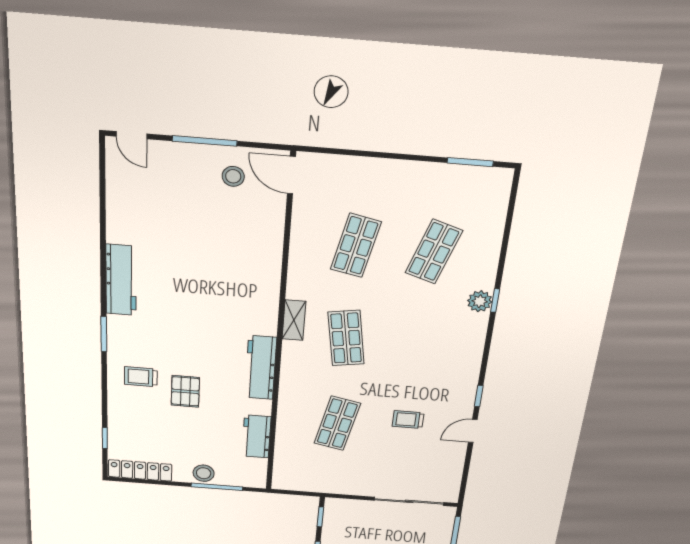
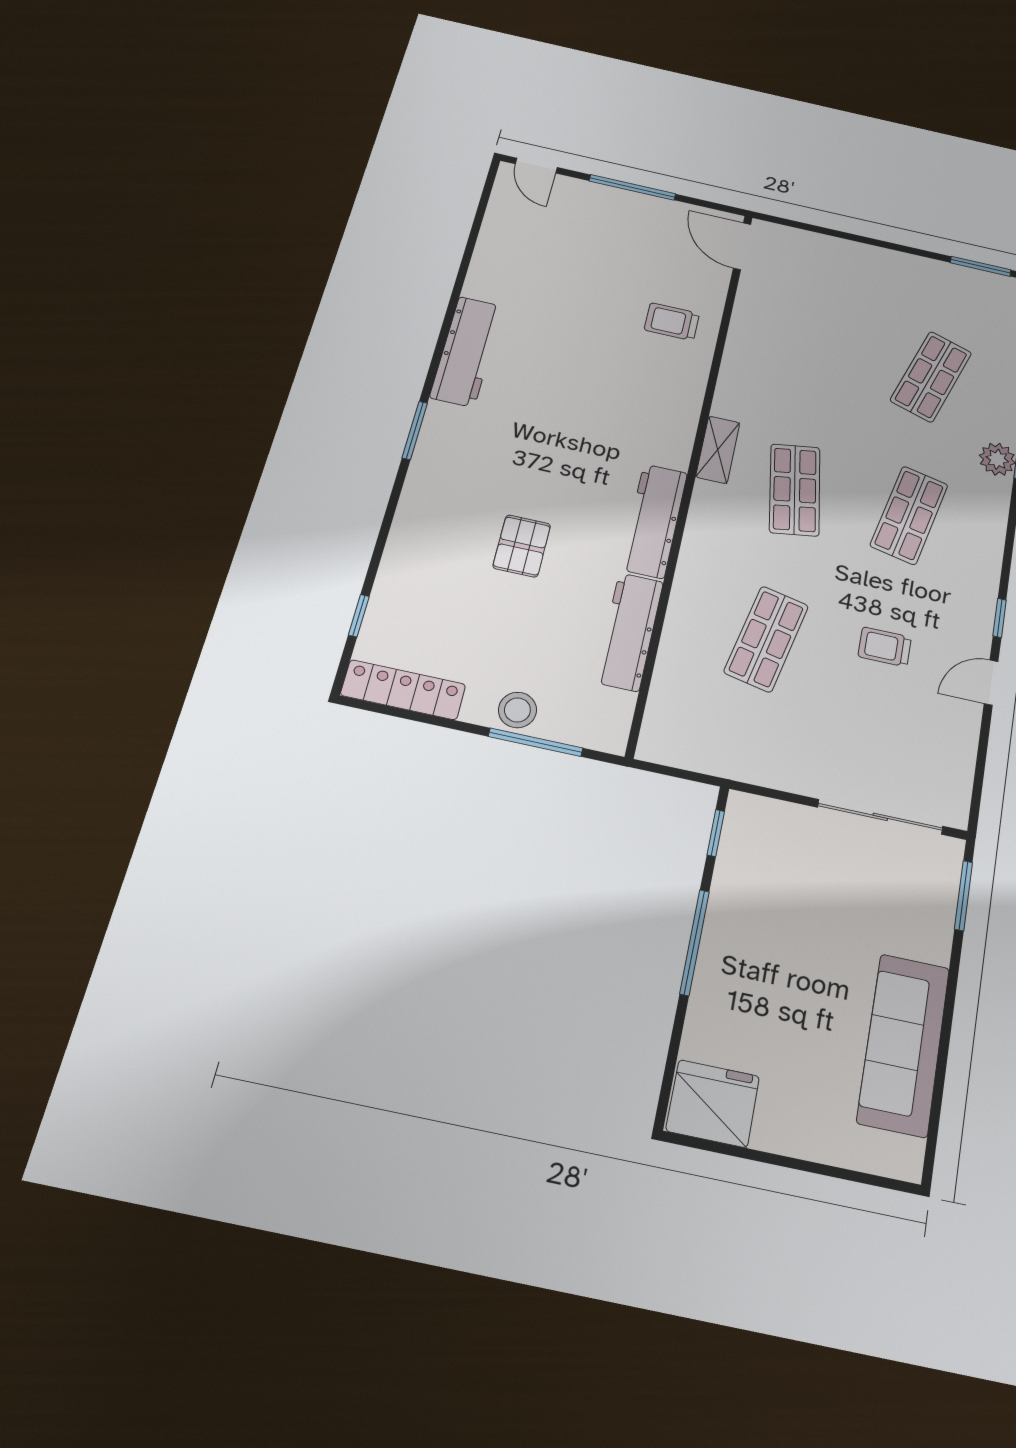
stool: (233, 176) -> (662, 236), removed
shop shelf: (356, 246) -> (909, 515), moved
trolley: (141, 377) -> (672, 322), moved
workbench: (256, 437) -> (629, 632), width x1.38

